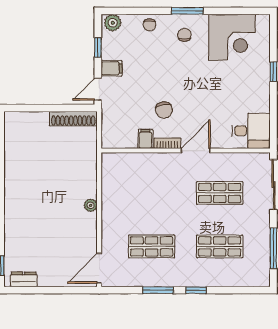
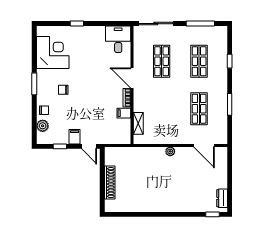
plant: (113, 23) -> (43, 126), moved
chair: (184, 35) -> (63, 90), moved
chair: (164, 110) -> (104, 100), removed
shoe rack: (73, 119) -> (110, 183), moved
shelving: (131, 160) -> (138, 123), added
door: (99, 268) -> (204, 145), moved
window: (196, 290) -> (230, 61), moved

